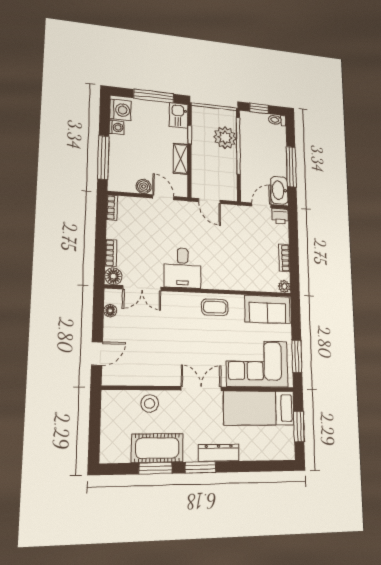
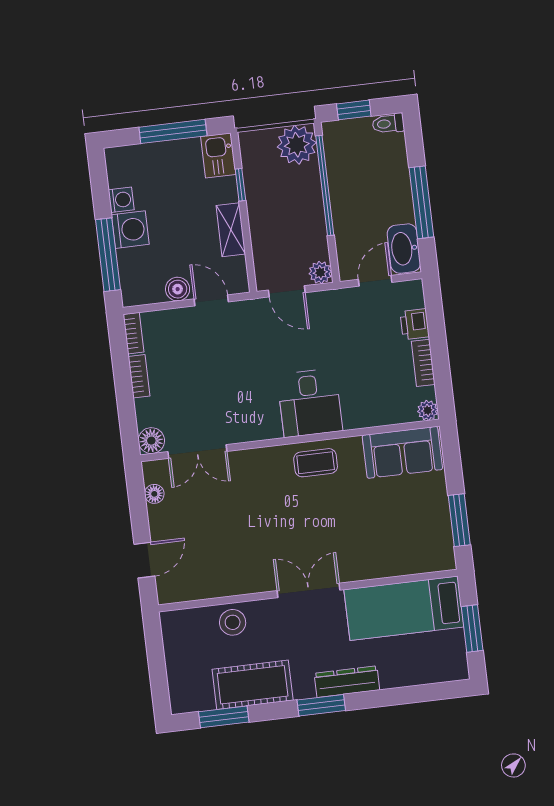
washing machine: (120, 110) -> (130, 230), moved
plant: (225, 138) -> (297, 145), moved
plant: (230, 194) -> (320, 272), added
printer: (280, 216) -> (415, 324), moved, turned 90
bookcase: (111, 253) -> (139, 376), moved
desk: (182, 268) -> (310, 403), moved
corner sofa: (257, 364) -> (394, 541), removed
window: (156, 468) -> (224, 717), moved

